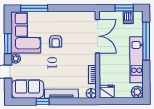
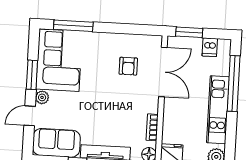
window: (124, 8) -> (189, 32), moved
armchair: (56, 41) -> (128, 66), moved

